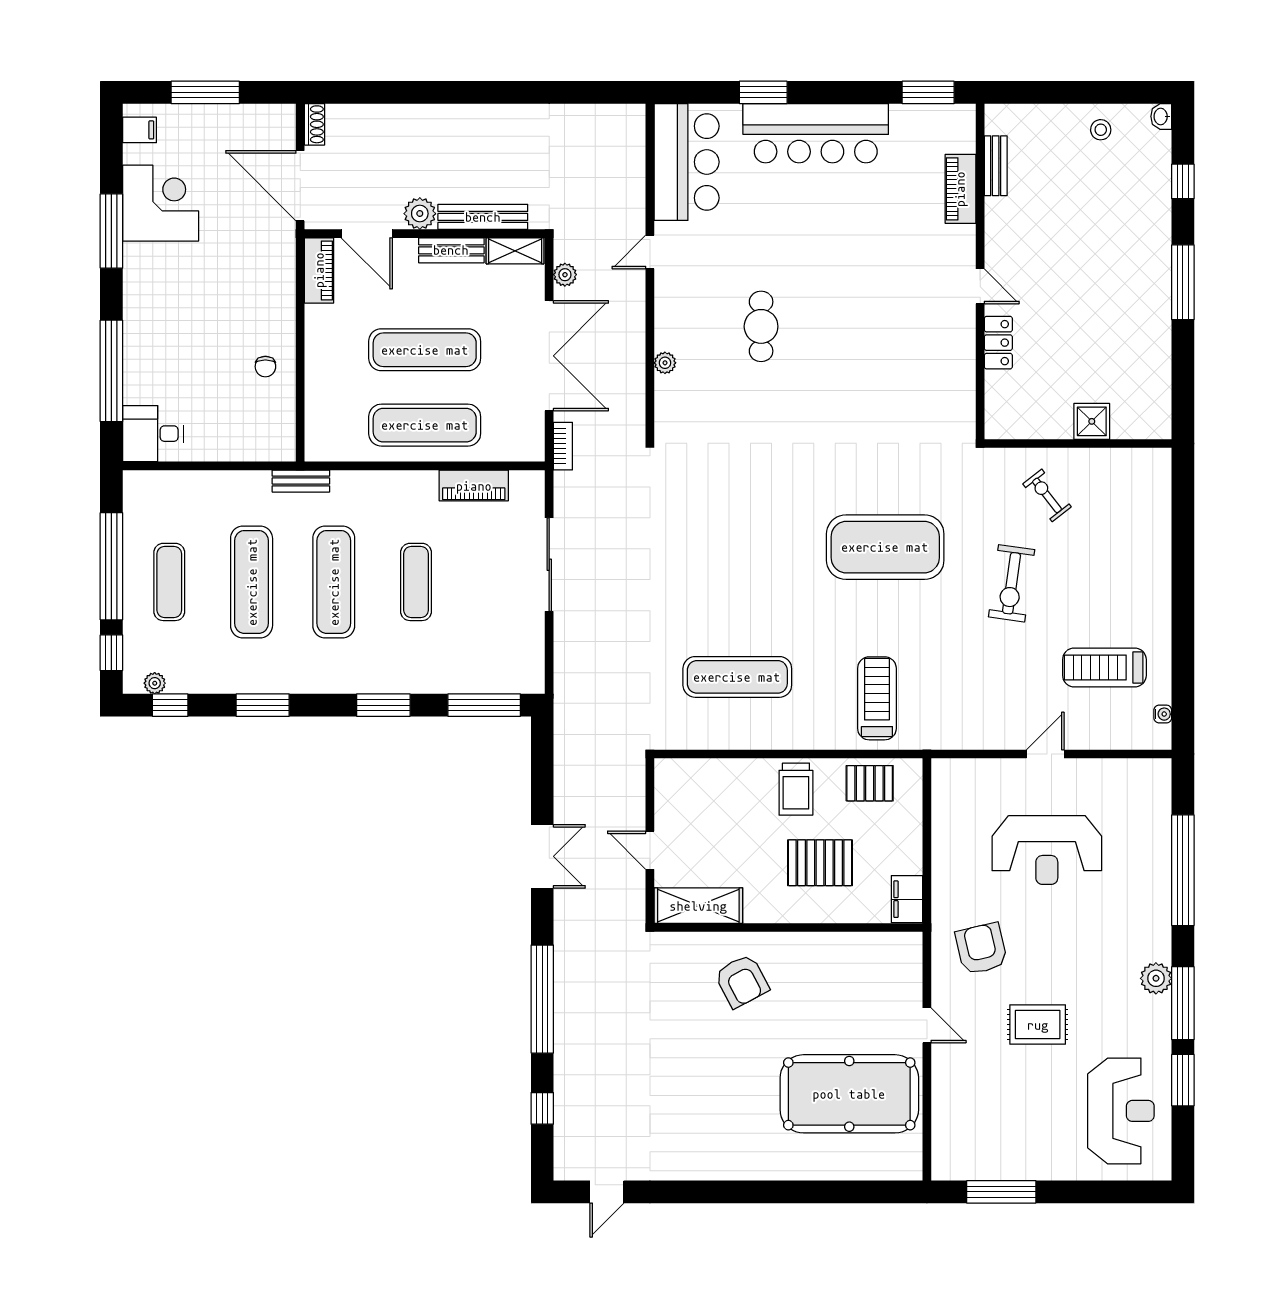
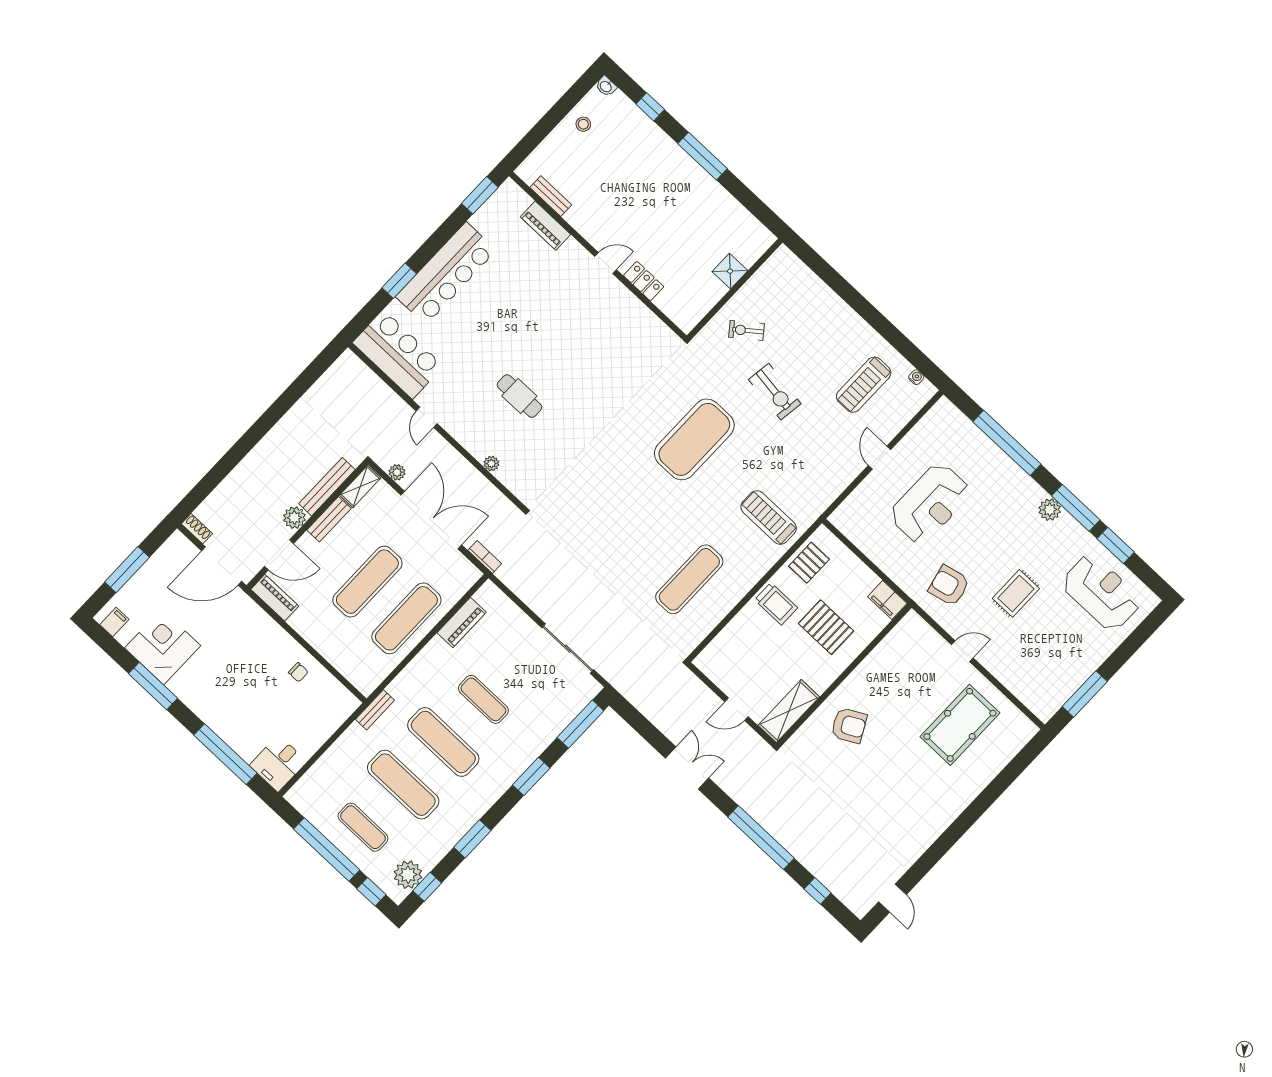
sliding door: (549, 565) -> (568, 649), moved
plant: (155, 683) -> (408, 875), width x1.88, depth x1.88
pallet: (820, 863) -> (826, 627), turned 90
pool table: (849, 1094) -> (960, 725), width x0.73, depth x0.76

